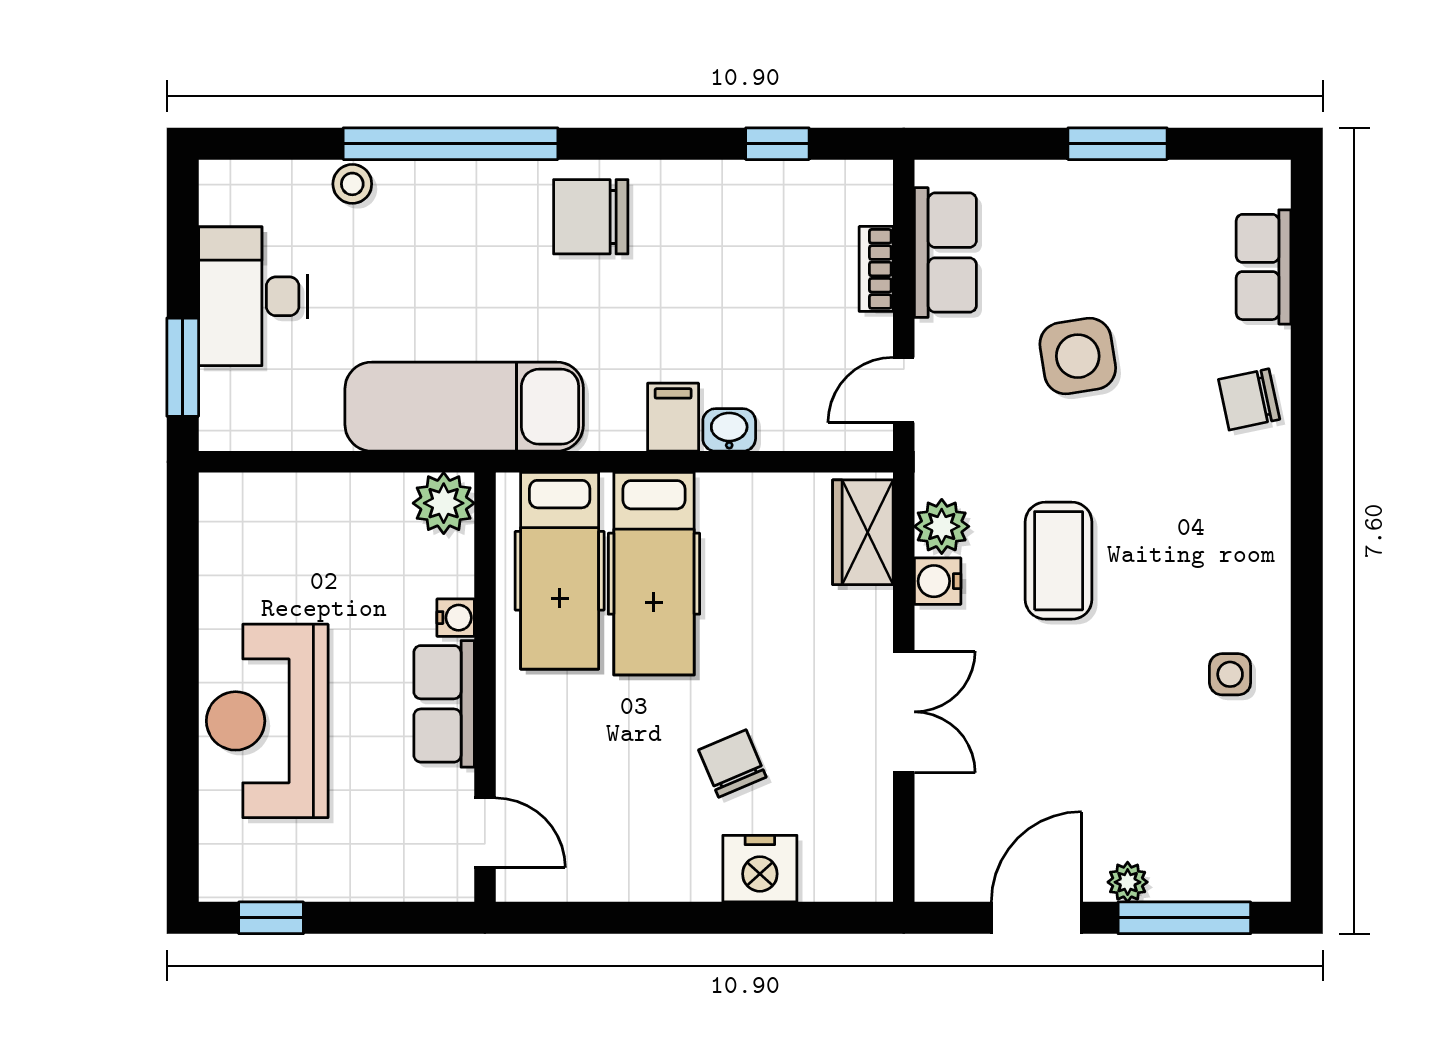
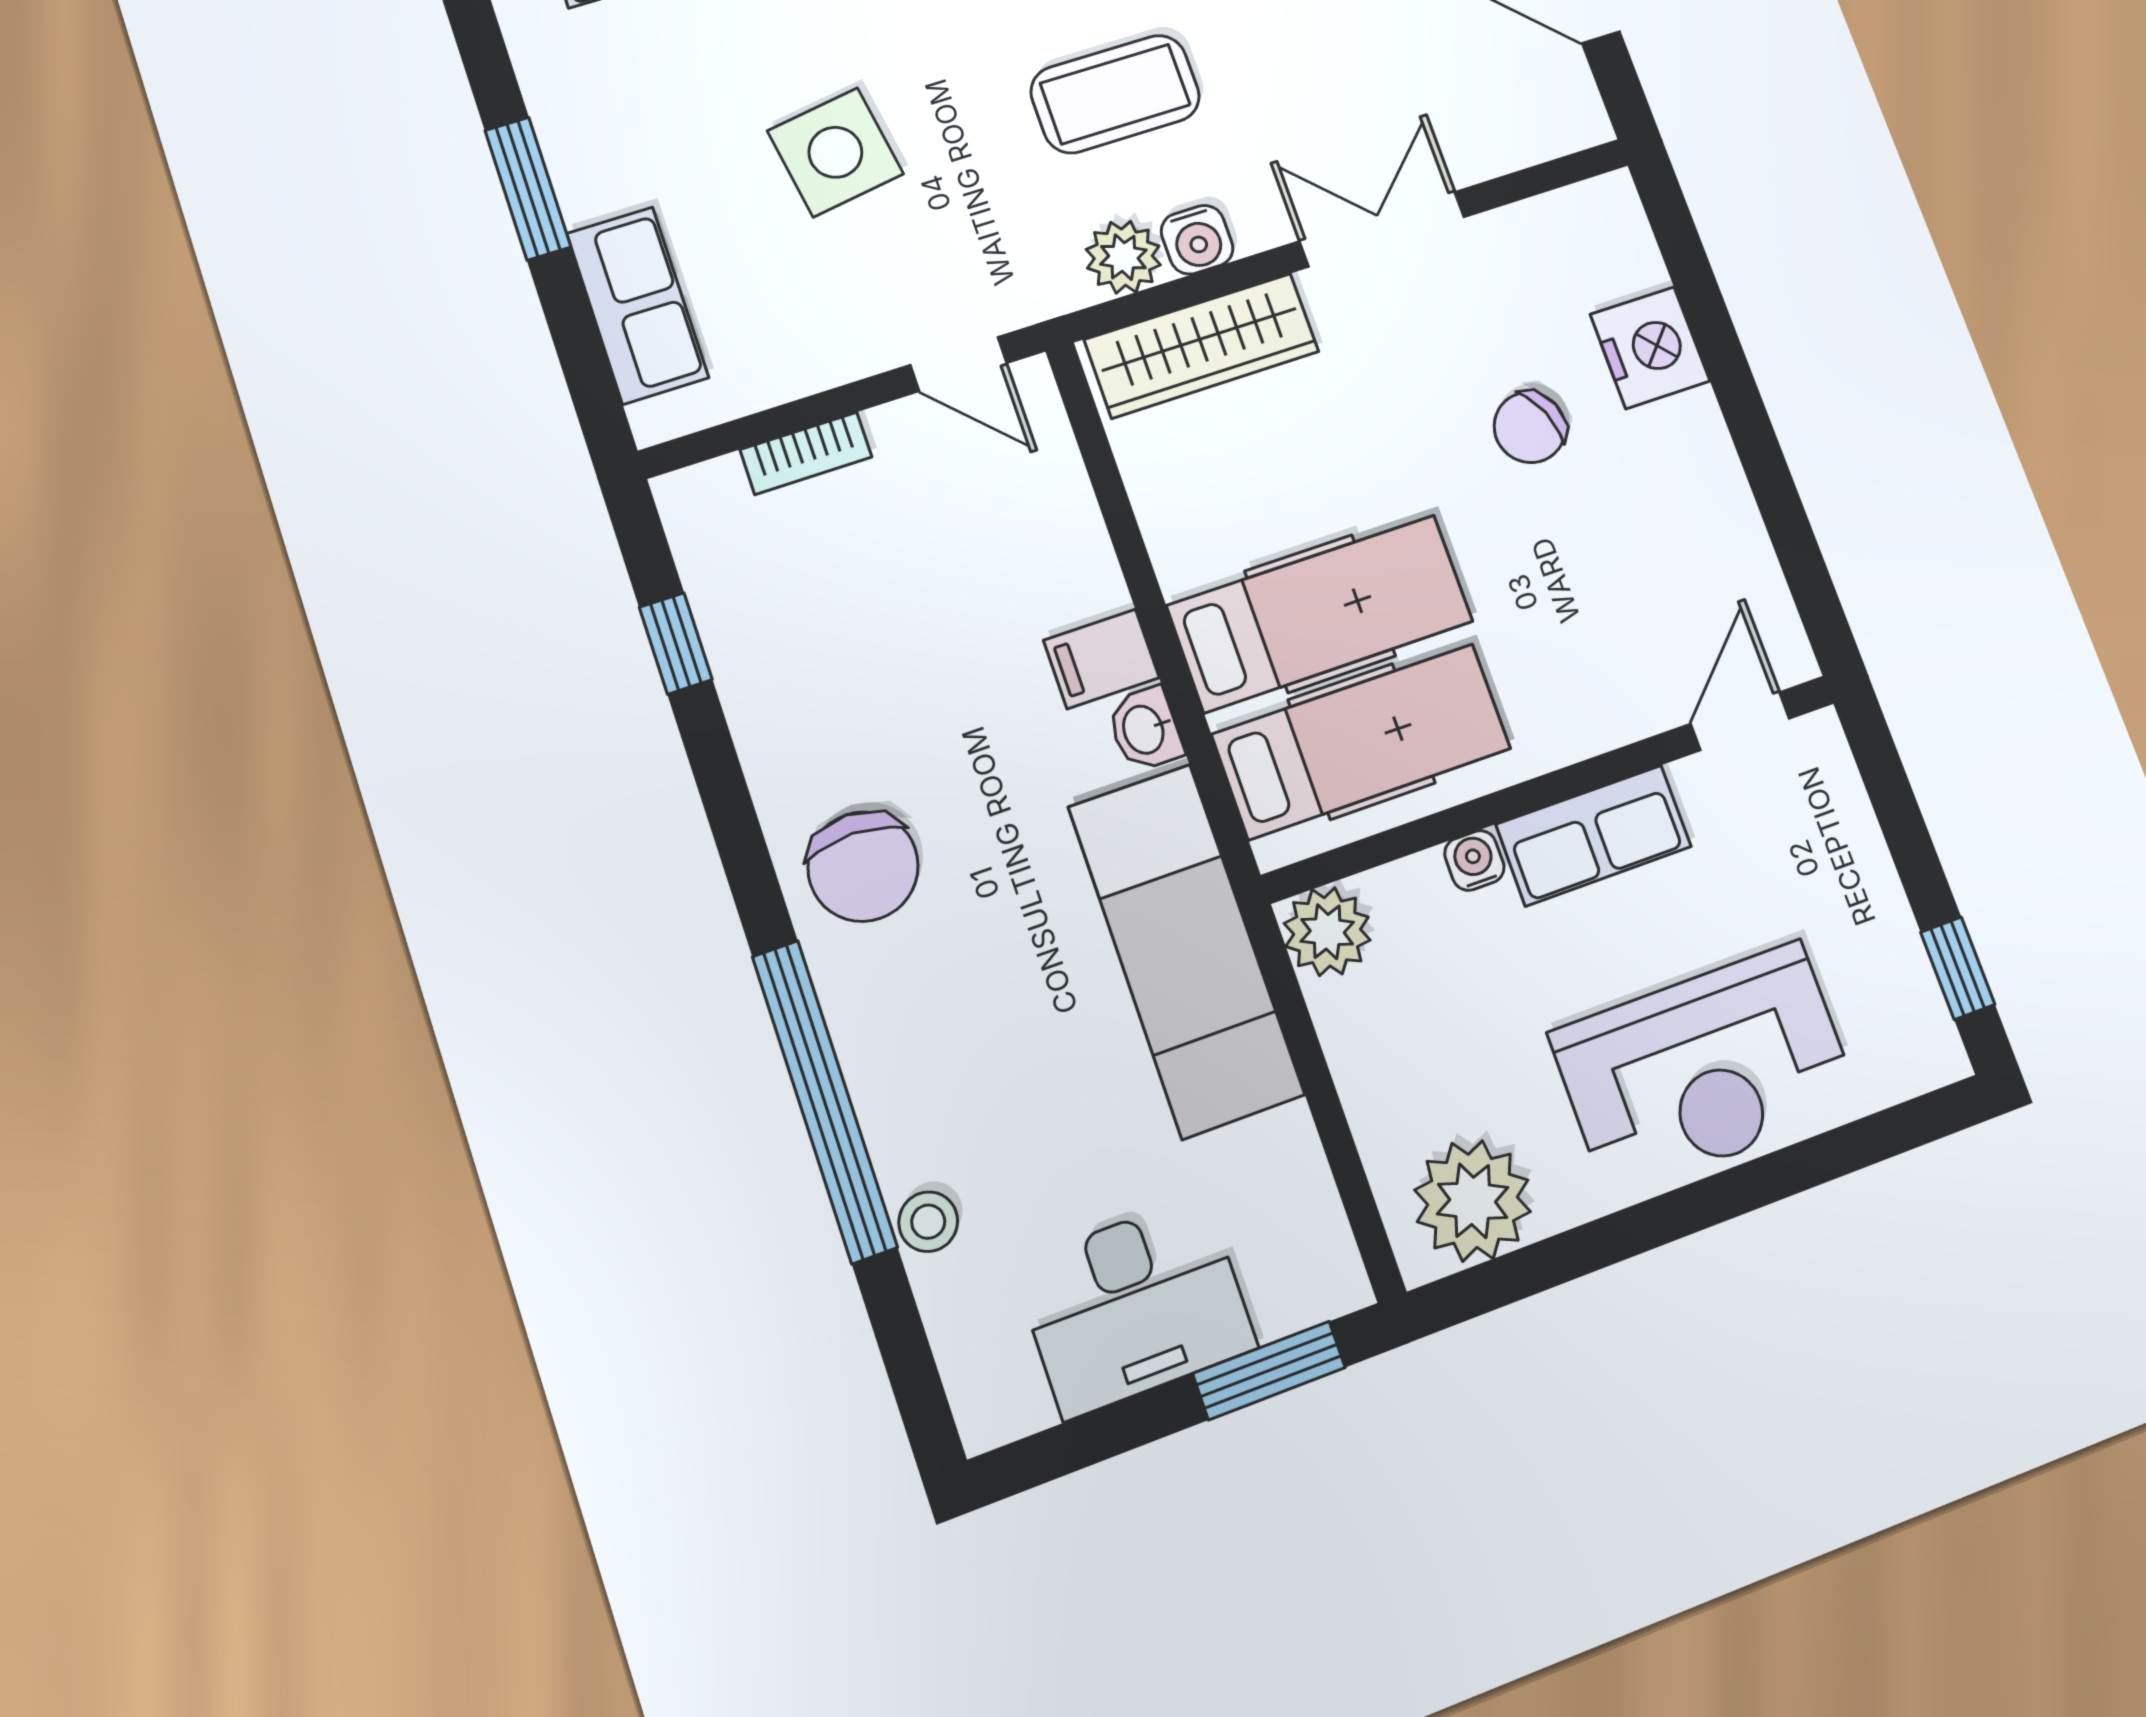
row of seats: (945, 253) -> (638, 305), moved, turned 90
washbasin: (729, 430) -> (1145, 729), moved
wardrobe: (863, 532) -> (1202, 346), width x1.50
plant: (239, 536) -> (1473, 1201), added

